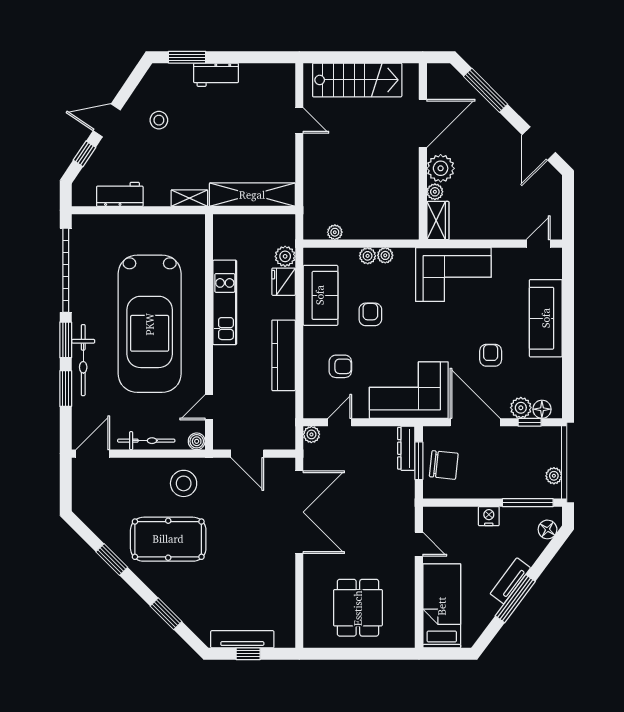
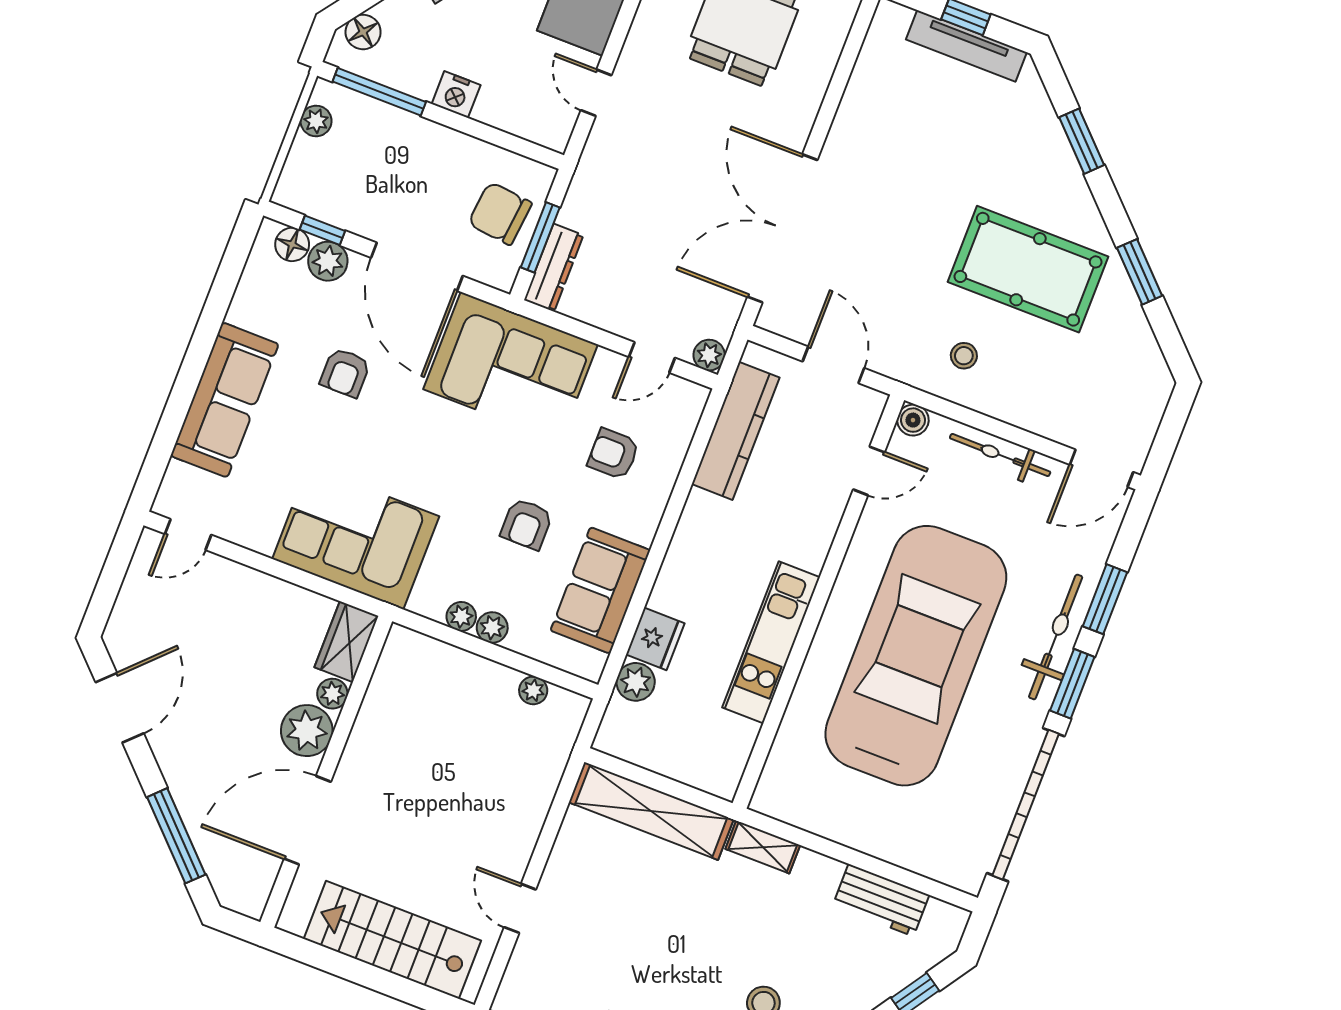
kitchen counter: (284, 355) -> (736, 431), moved
stool: (184, 483) -> (964, 356), width x0.53, depth x0.53

